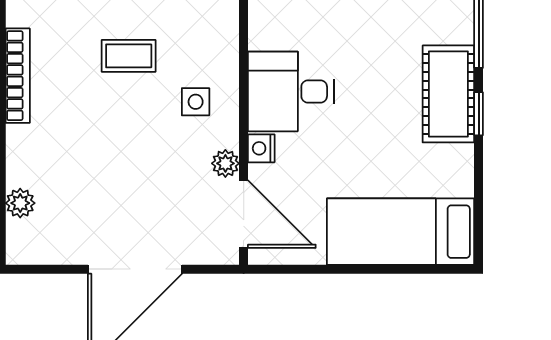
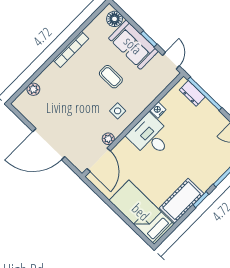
cot: (448, 94) -> (182, 201), moved
nightstand: (261, 148) -> (158, 110), moved

